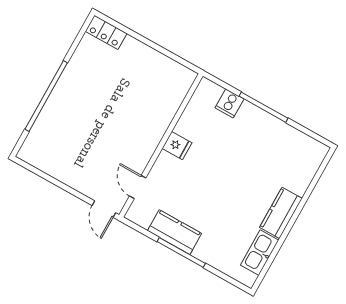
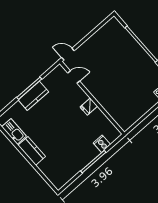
kitchen counter: (174, 232) -> (33, 96), moved

